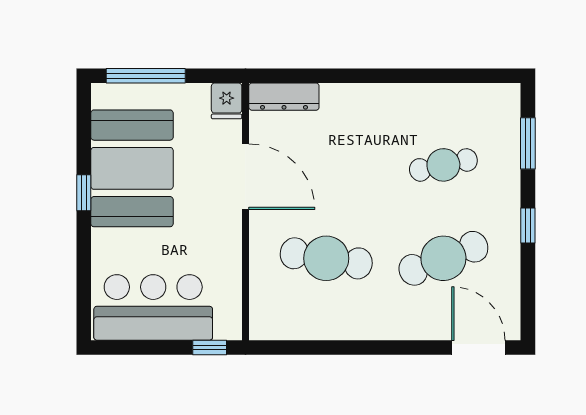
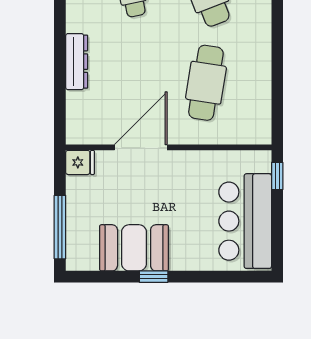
dresser: (284, 97) -> (77, 62), moved
booth: (132, 168) -> (134, 248), width x0.73, depth x0.70

